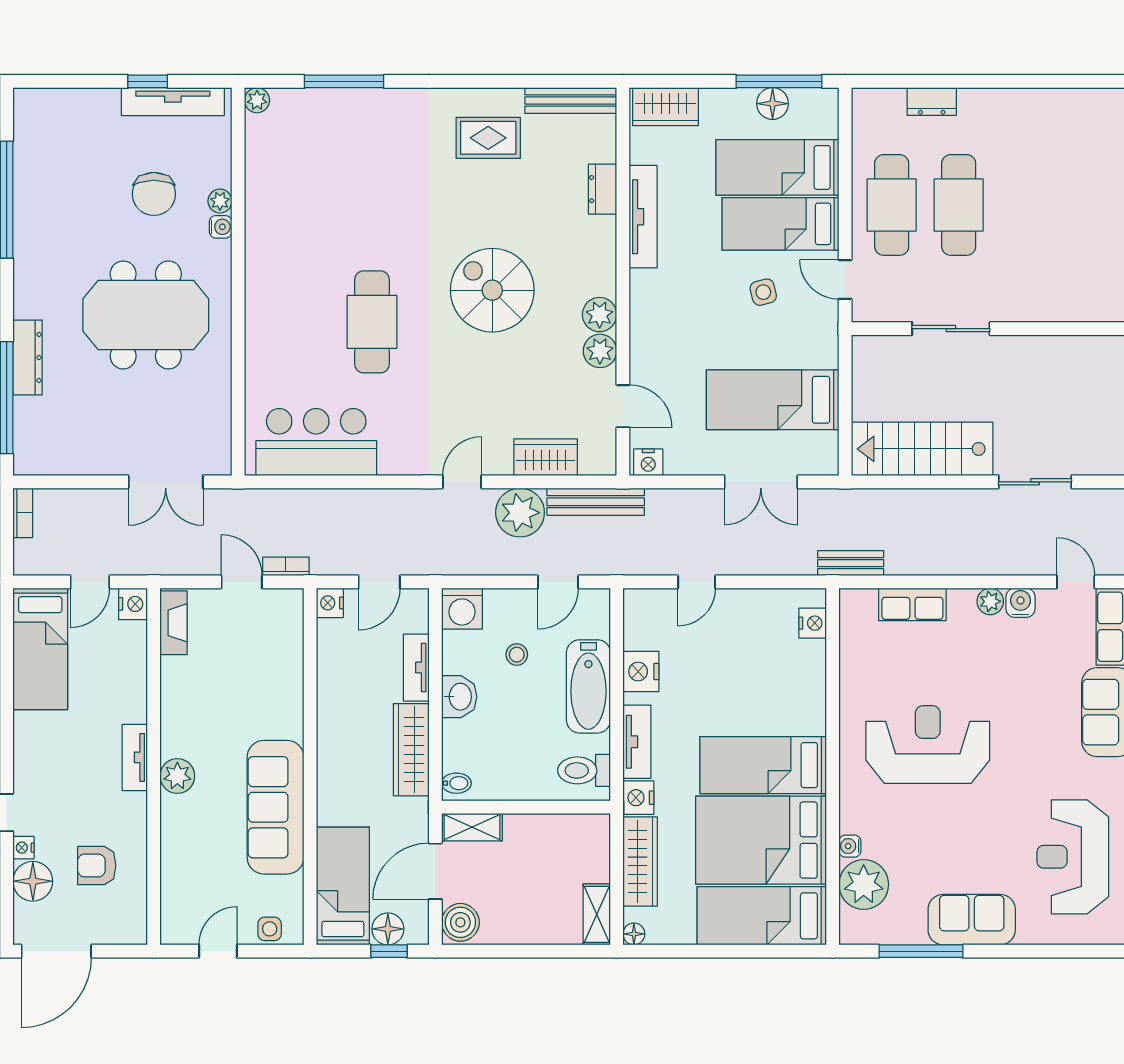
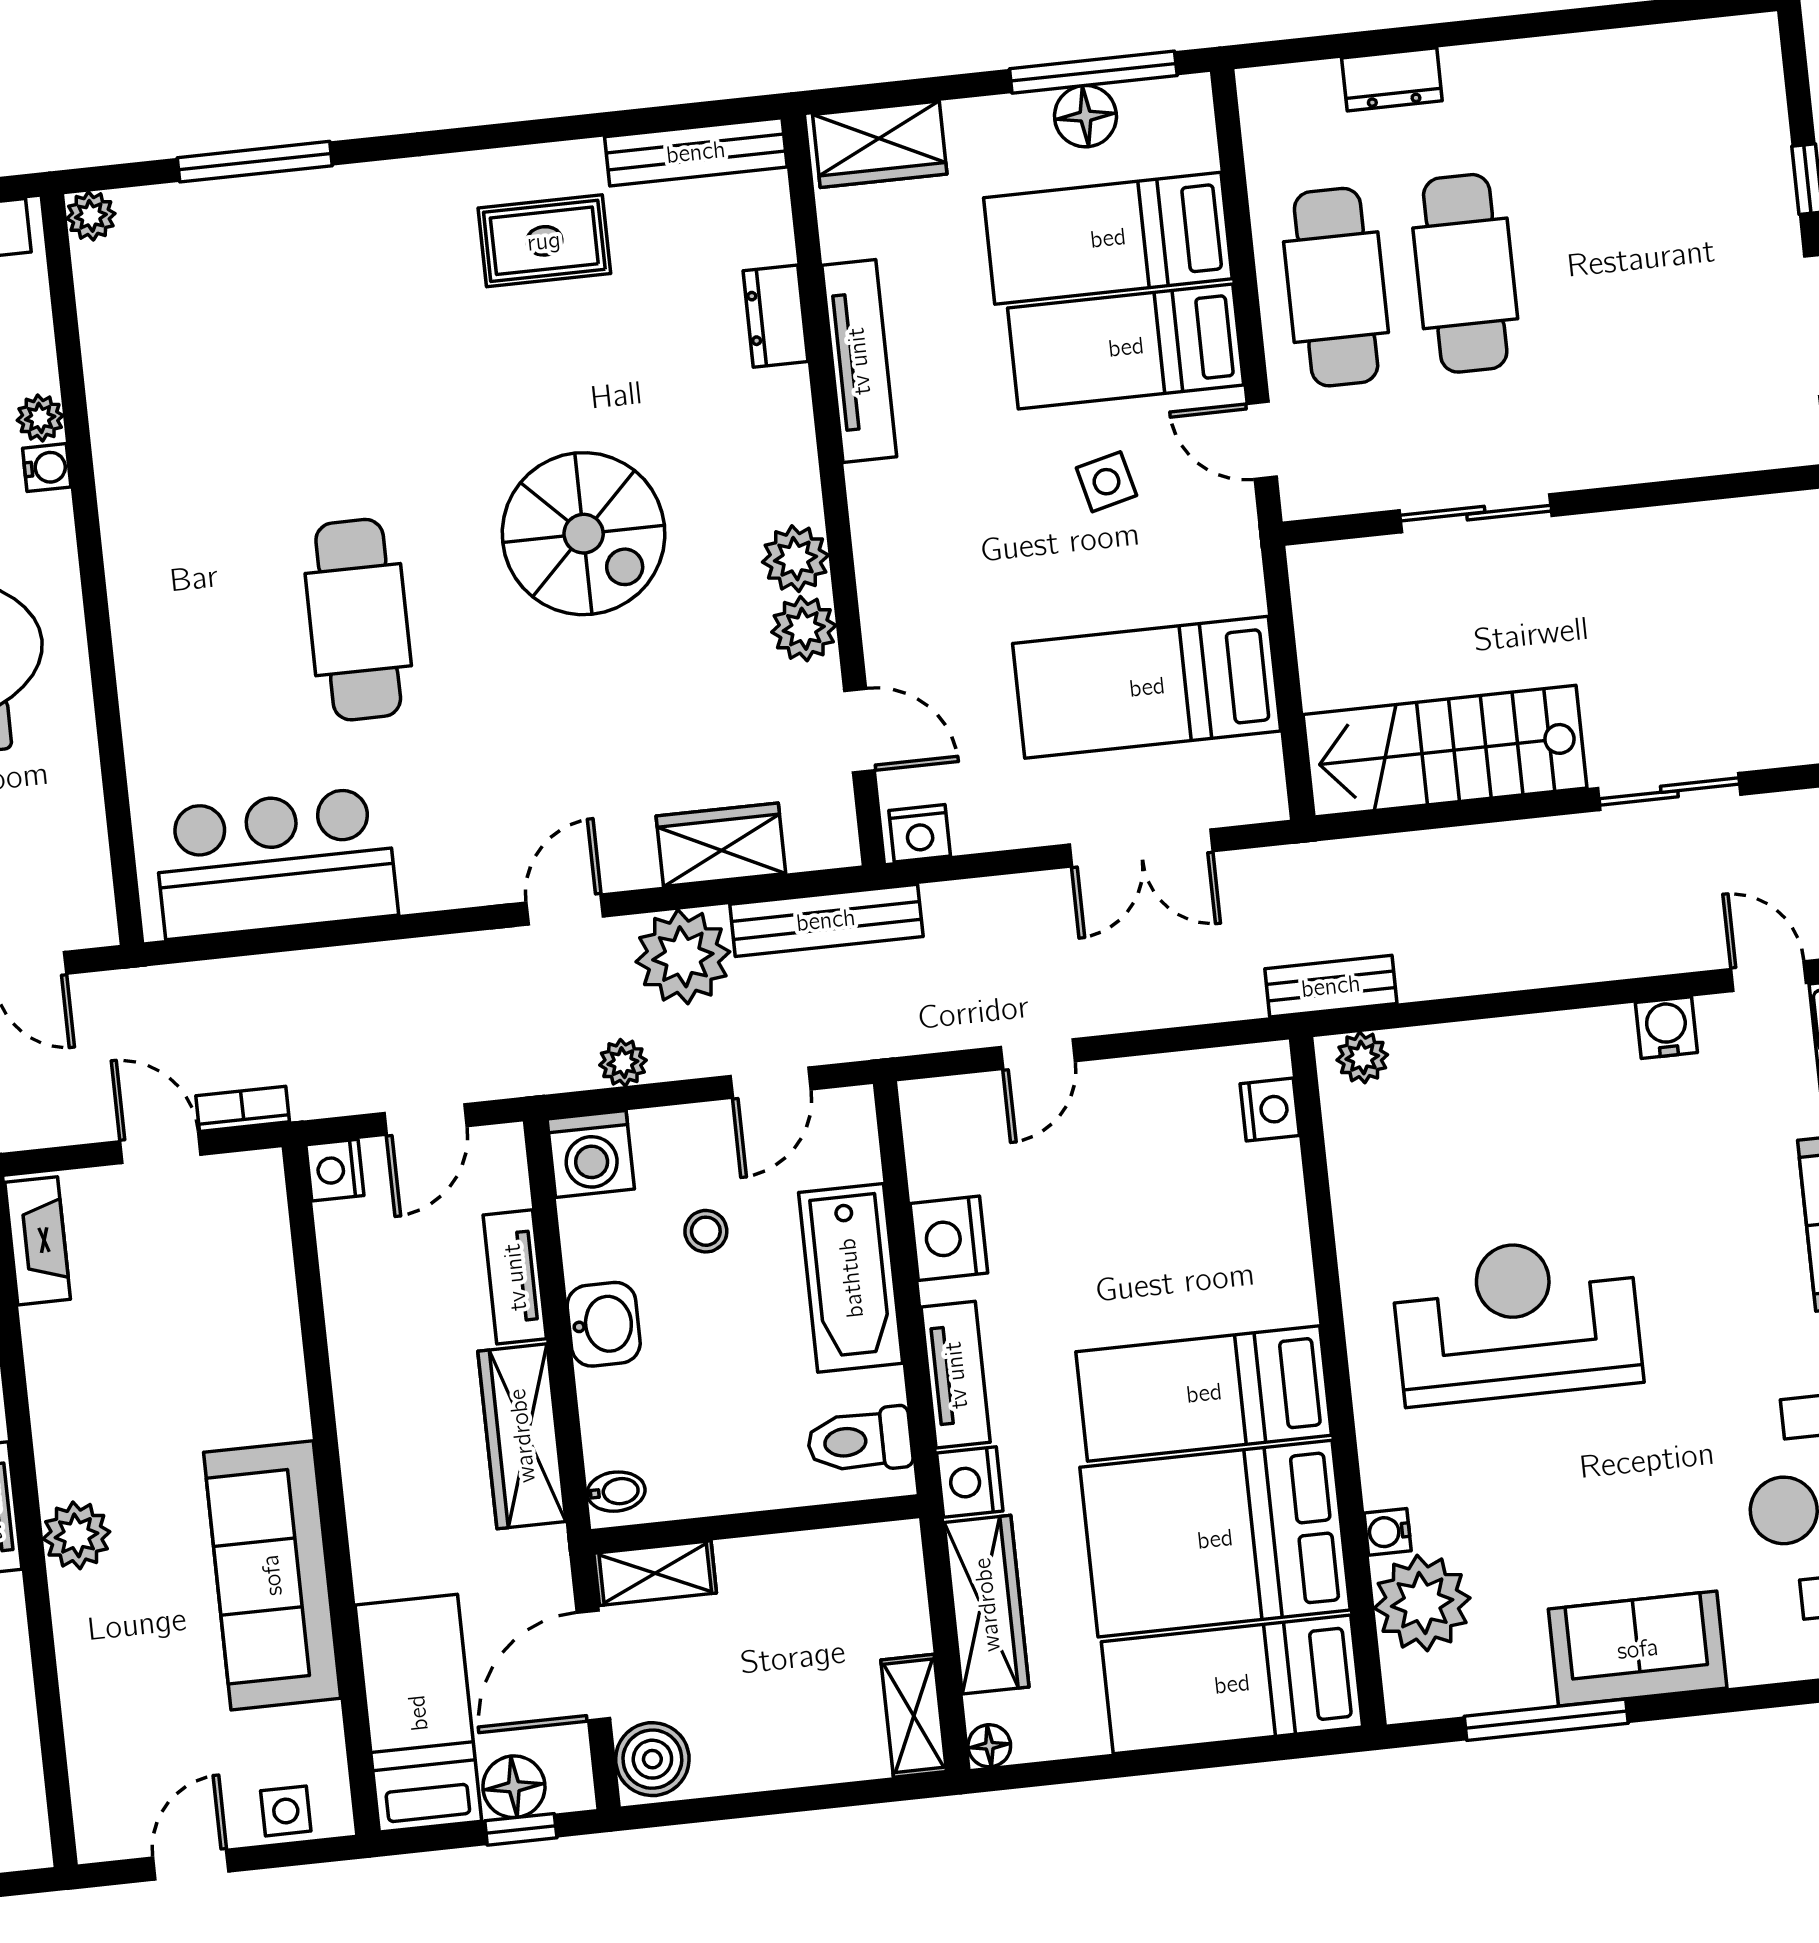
spiral stairs: (492, 290) -> (584, 534), turned 180
plant: (483, 564) -> (623, 1063), added
plant: (990, 601) -> (1362, 1057), moved
row of seats: (912, 604) -> (1458, 1053), removed

